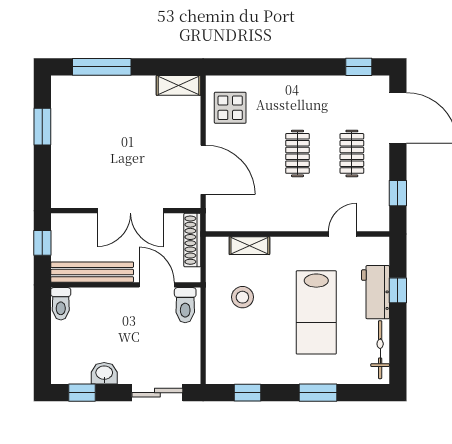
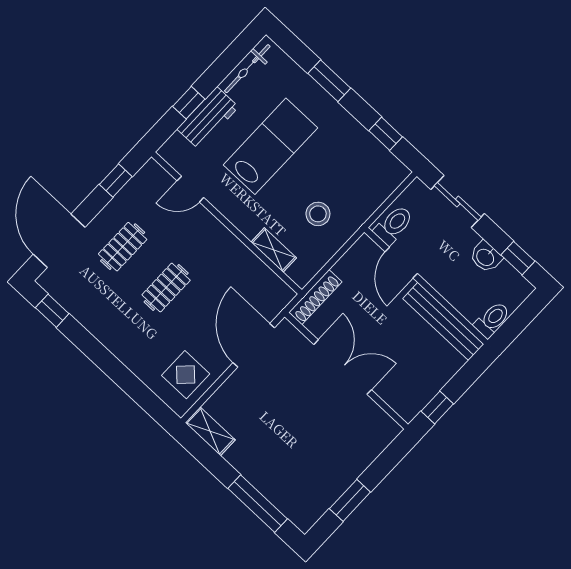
bench: (92, 272) -> (443, 321), moved
wall: (126, 285) -> (426, 286), moved
door: (157, 285) -> (401, 263), moved
toilet: (61, 304) -> (492, 320), moved
toilet: (185, 305) -> (394, 225), moved

